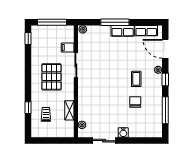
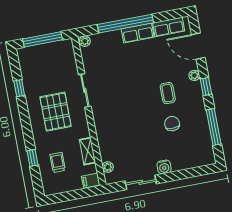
window: (115, 22) -> (125, 24), width x1.46
window: (28, 38) -> (19, 88), moved
filing cabinet: (68, 48) -> (91, 181), moved

